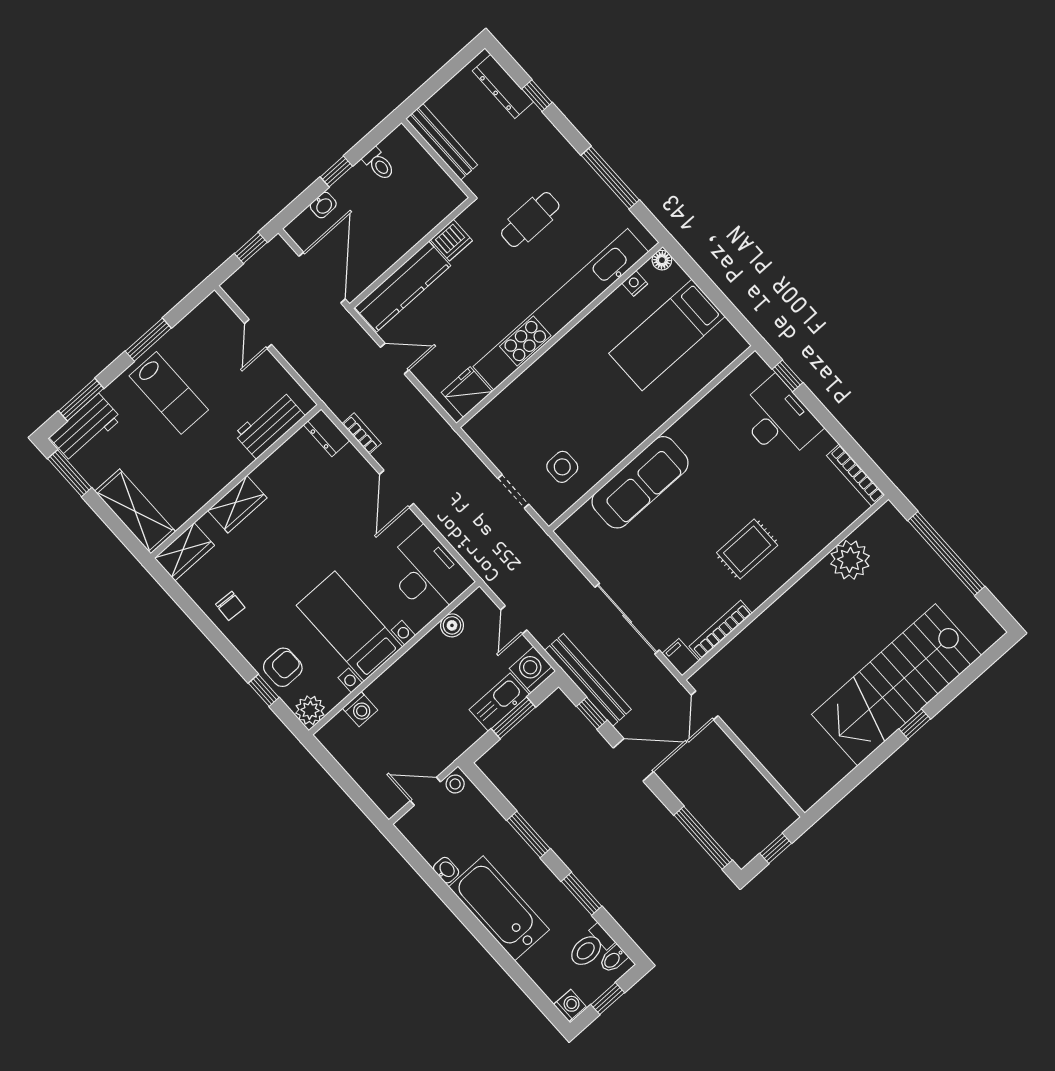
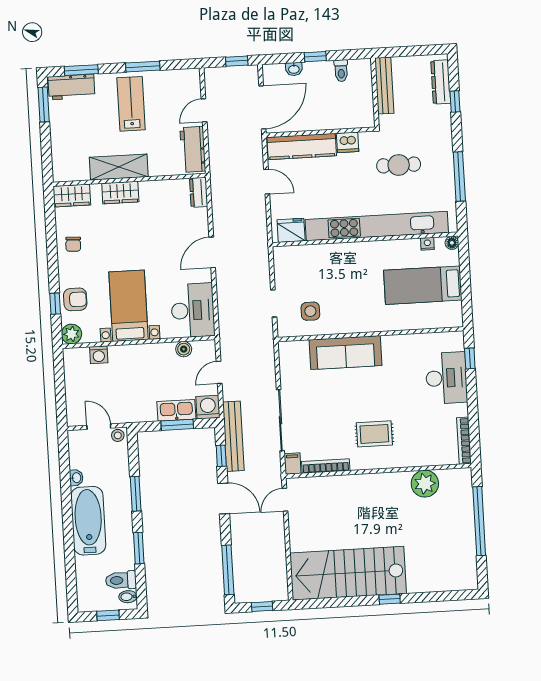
lab bench: (169, 393) -> (131, 104), turned 180
workbench: (270, 425) -> (193, 149), moved, turned -90
bookcase: (362, 433) -> (217, 208), removed
shelving: (135, 511) -> (119, 167), moved, turned 90
stairs: (896, 685) -> (348, 573), moved
washing machine: (570, 1005) -> (85, 603), removed

